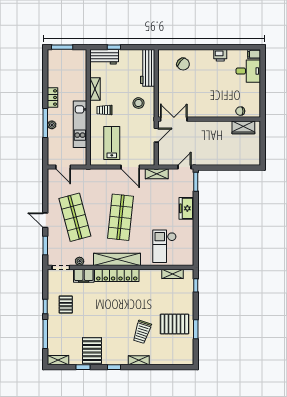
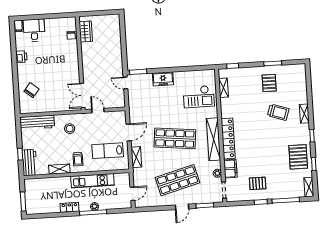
shelving: (157, 174) -> (136, 157), moved
pallet: (175, 324) -> (269, 83), width x0.67, depth x0.71
pallet: (92, 351) -> (298, 157), turned 90

